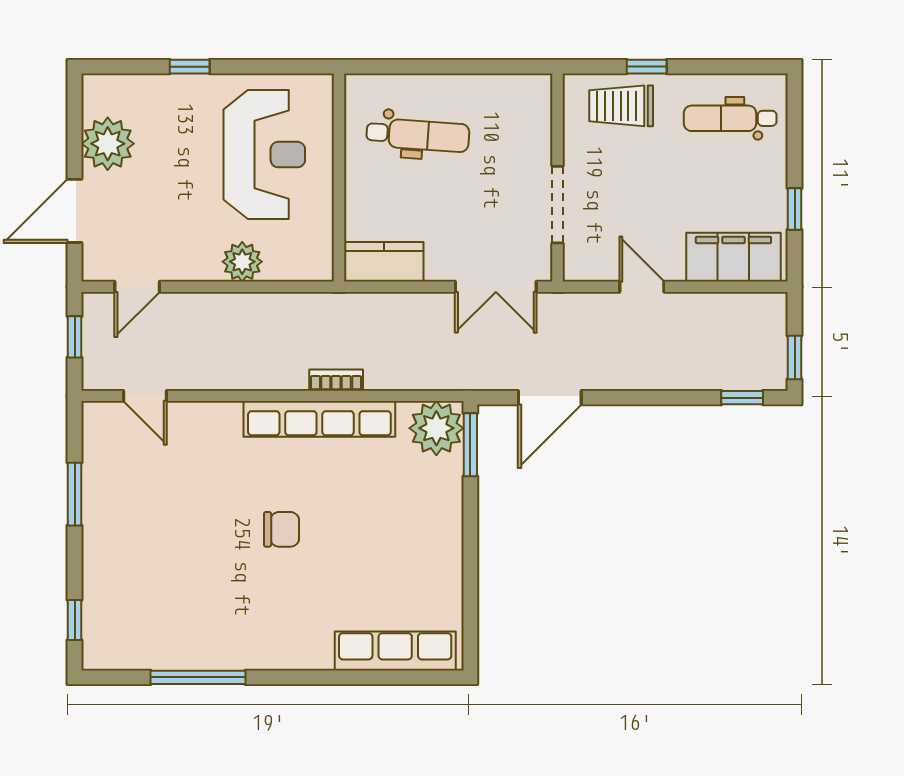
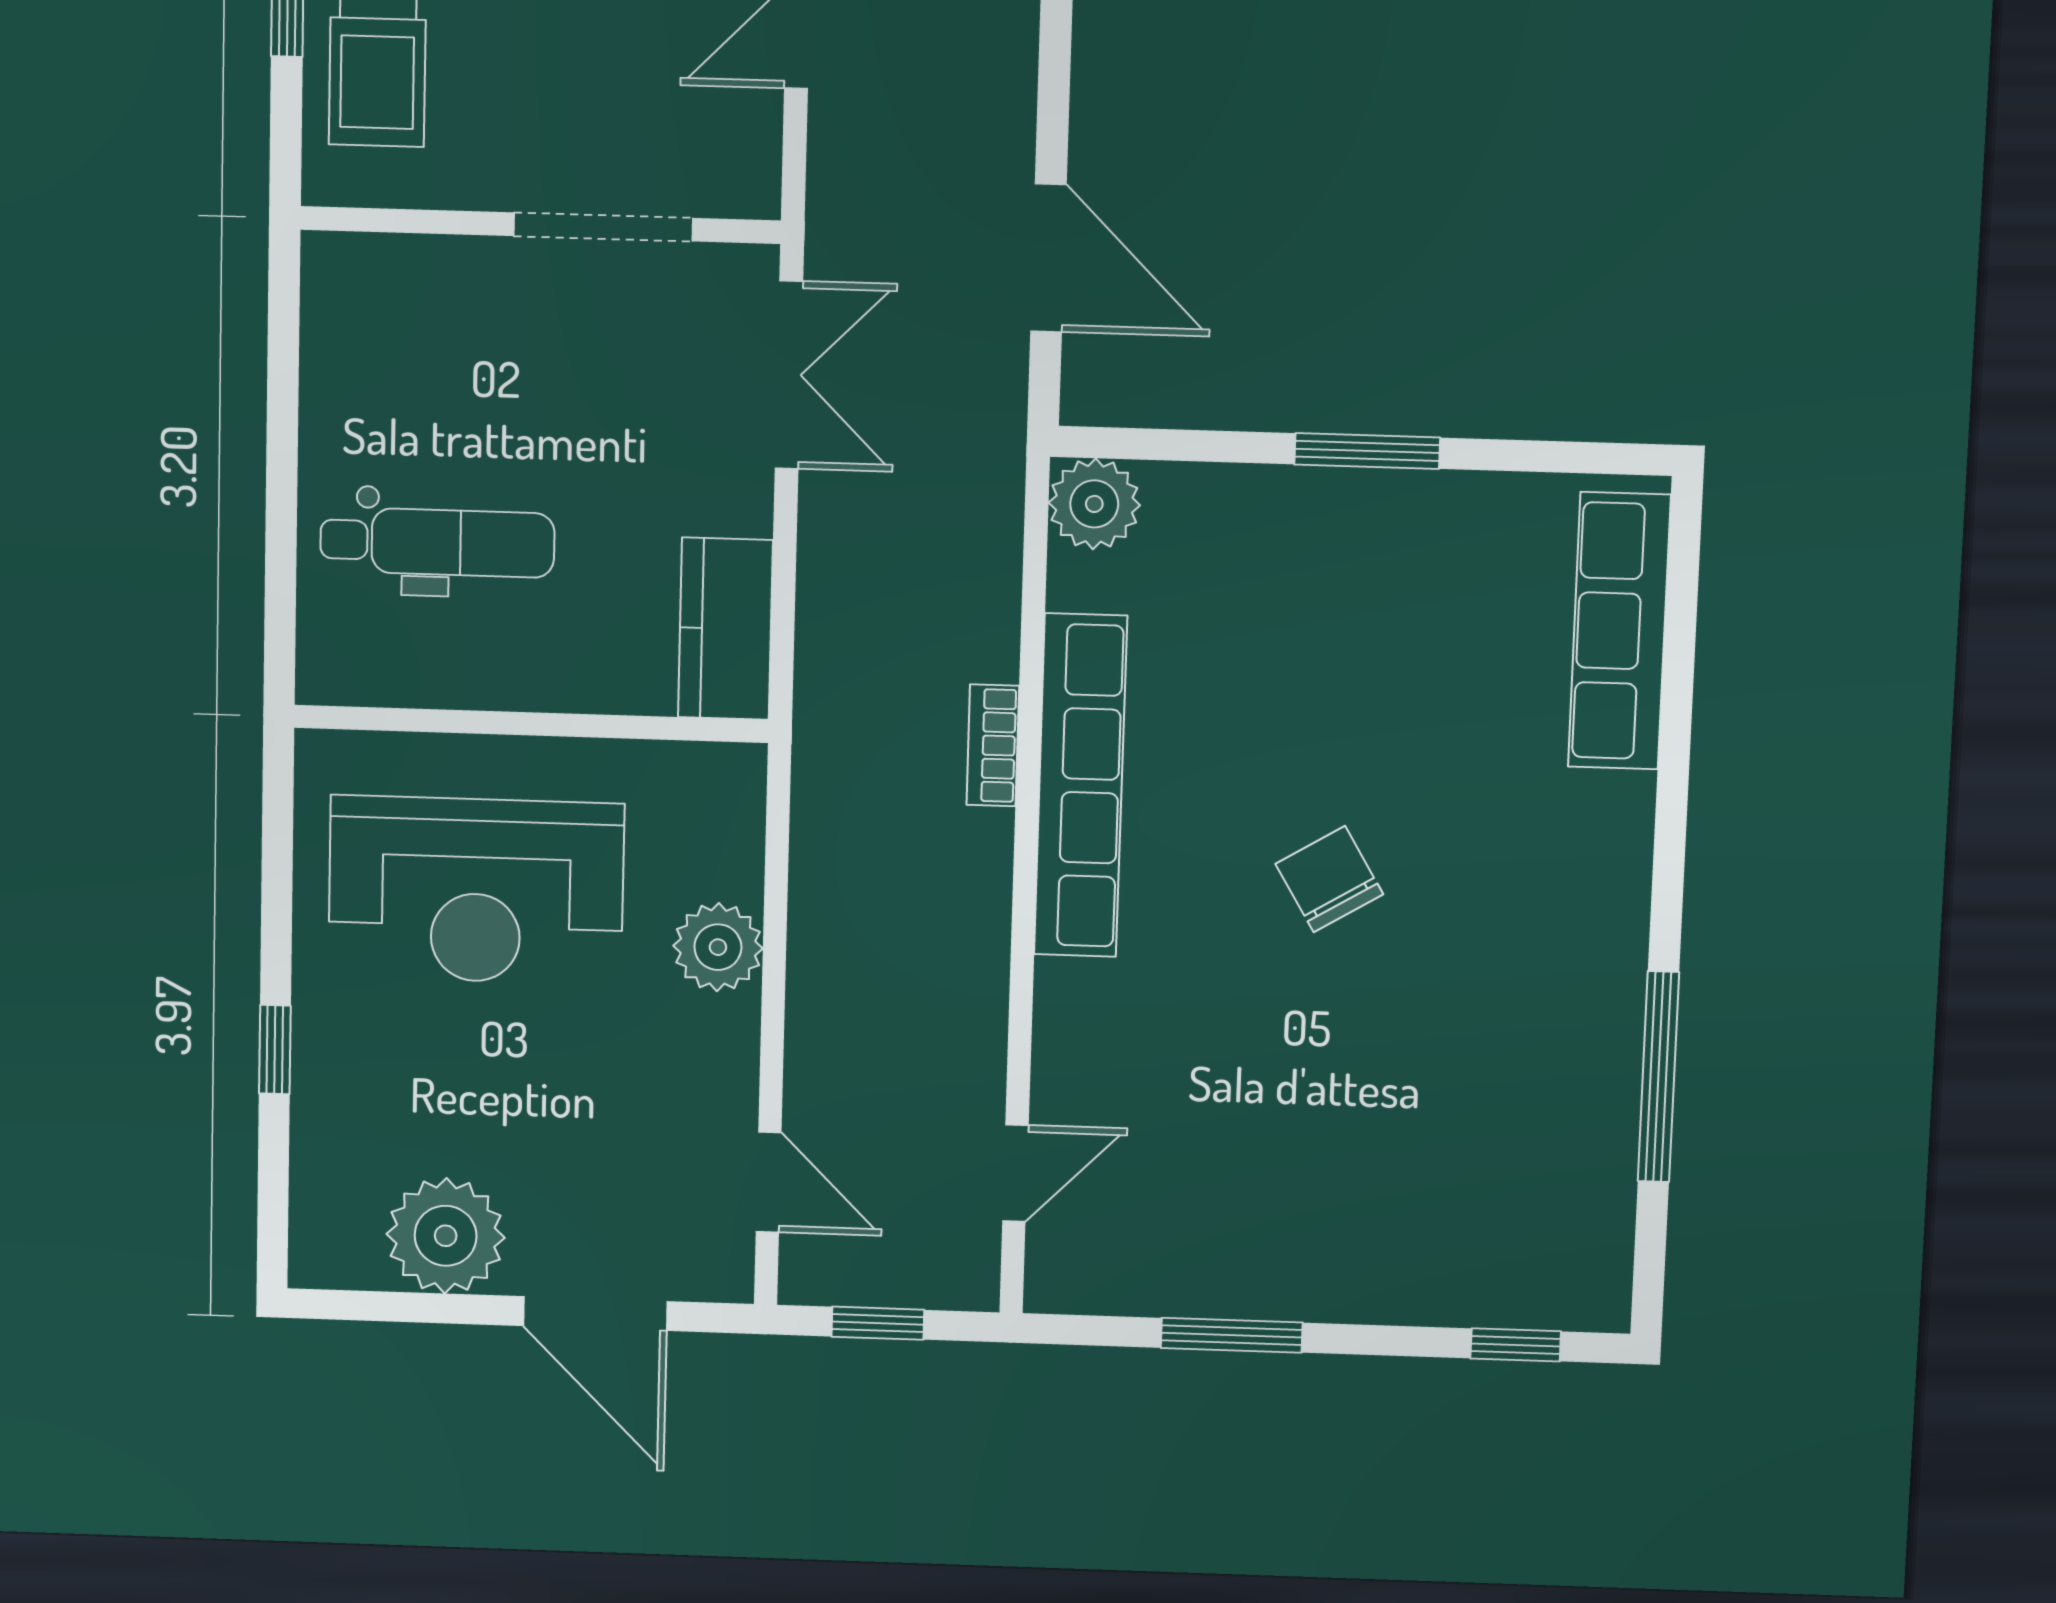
dental chair: (418, 135) -> (437, 542), turned 86
reception desk: (264, 155) -> (476, 890), turned 180
plant: (436, 428) -> (1094, 504), width x0.73, depth x0.73
window: (470, 445) -> (1367, 451), moved
chair: (281, 529) -> (1329, 879), turned -31

